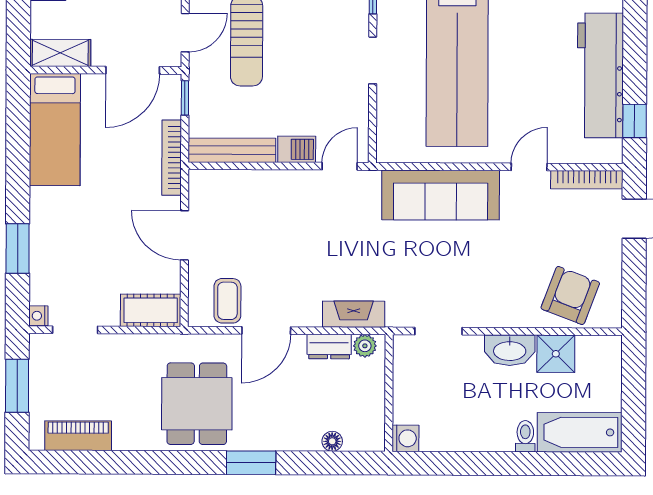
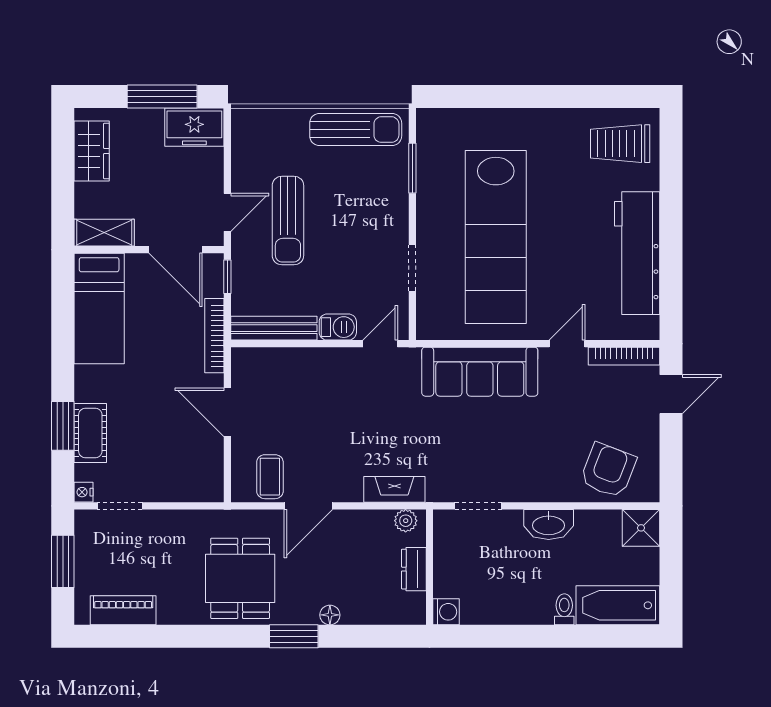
doorway: (373, 60) -> (412, 268), moved
door: (133, 70) -> (176, 250), hinge flipped
window: (635, 121) -> (671, 298), removed
cot: (151, 310) -> (90, 433), moved, turned 90
dresser: (329, 347) -> (414, 569), moved, turned 90
shower: (556, 354) -> (641, 528), moved
floor lamp: (332, 441) -> (330, 615), moved

